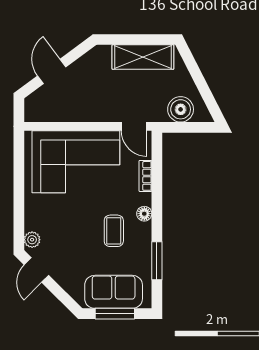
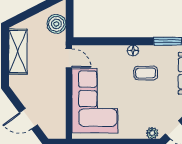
door: (134, 126) -> (69, 58), hinge flipped
bookcase: (145, 176) -> (105, 50), removed

